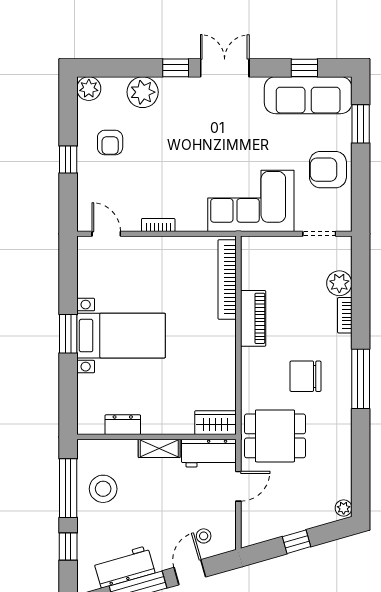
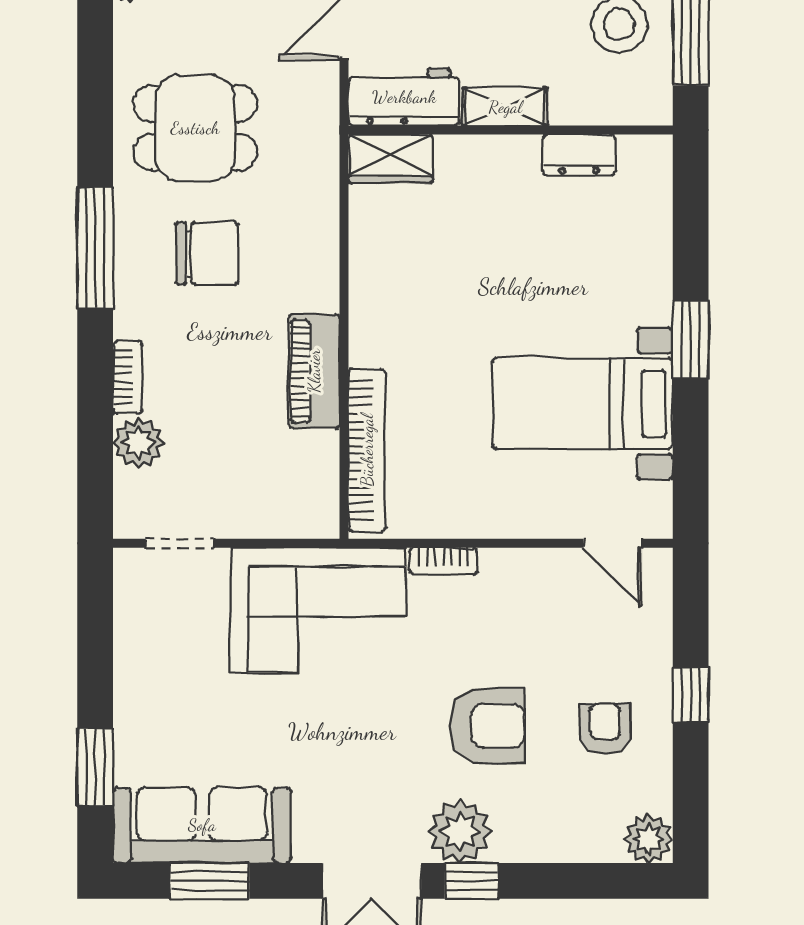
window: (304, 68) -> (209, 881), width x1.50
plant: (143, 92) -> (460, 831), moved
armchair: (328, 170) -> (487, 726), moved
bookcase: (158, 225) -> (443, 561), moved
bed with nightstands: (121, 336) -> (583, 404), moved
dining table: (275, 436) -> (195, 128), moved

